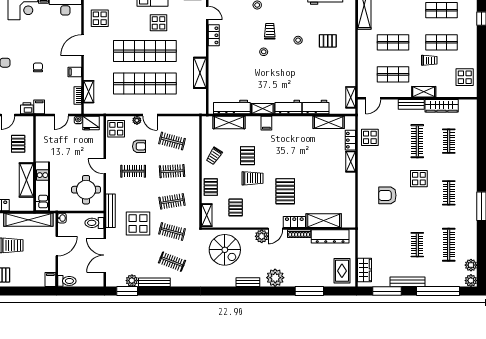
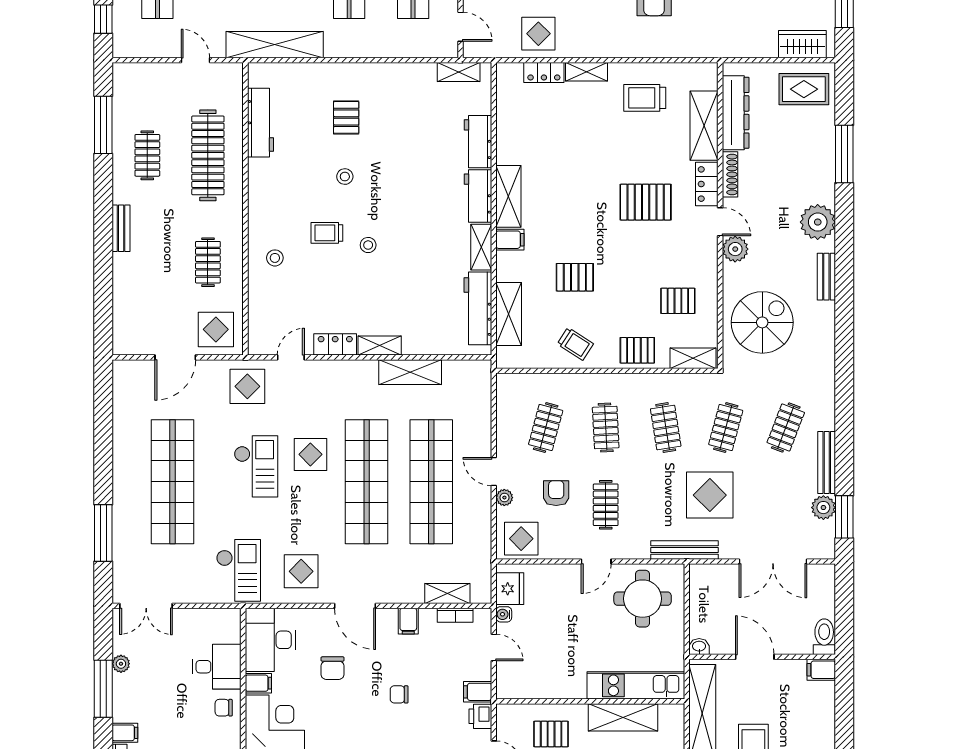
chair: (51, 34) -> (333, 668), added
shelving: (213, 58) -> (380, 346), added
door: (150, 115) -> (494, 472), swing flipped
shelving: (329, 122) -> (508, 196), moved
trolley: (252, 178) -> (645, 98), moved, turned -90
toilet: (94, 223) -> (709, 582), removed

